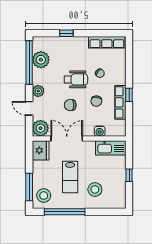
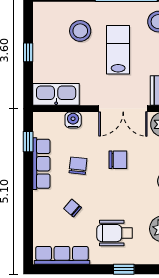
wheelchair: (76, 79) -> (115, 233), moved
window: (129, 95) -> (28, 142), moved

